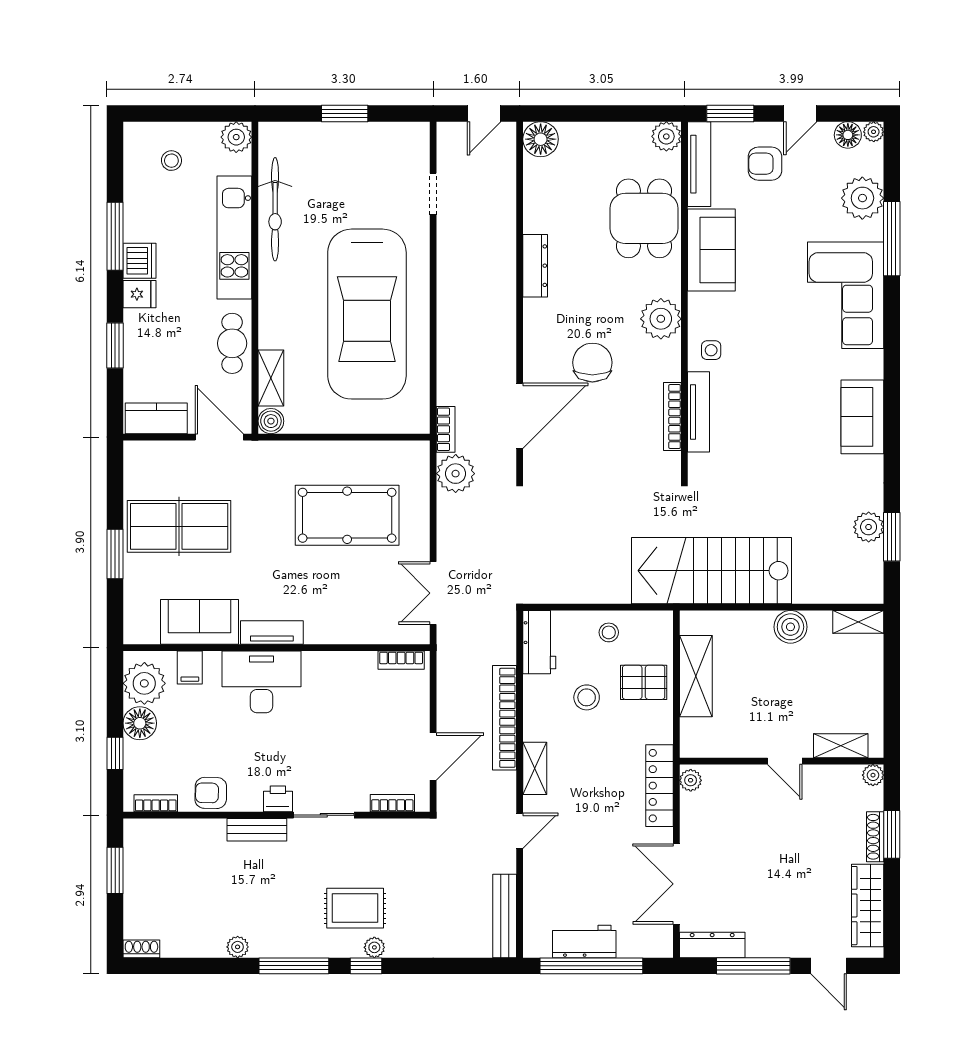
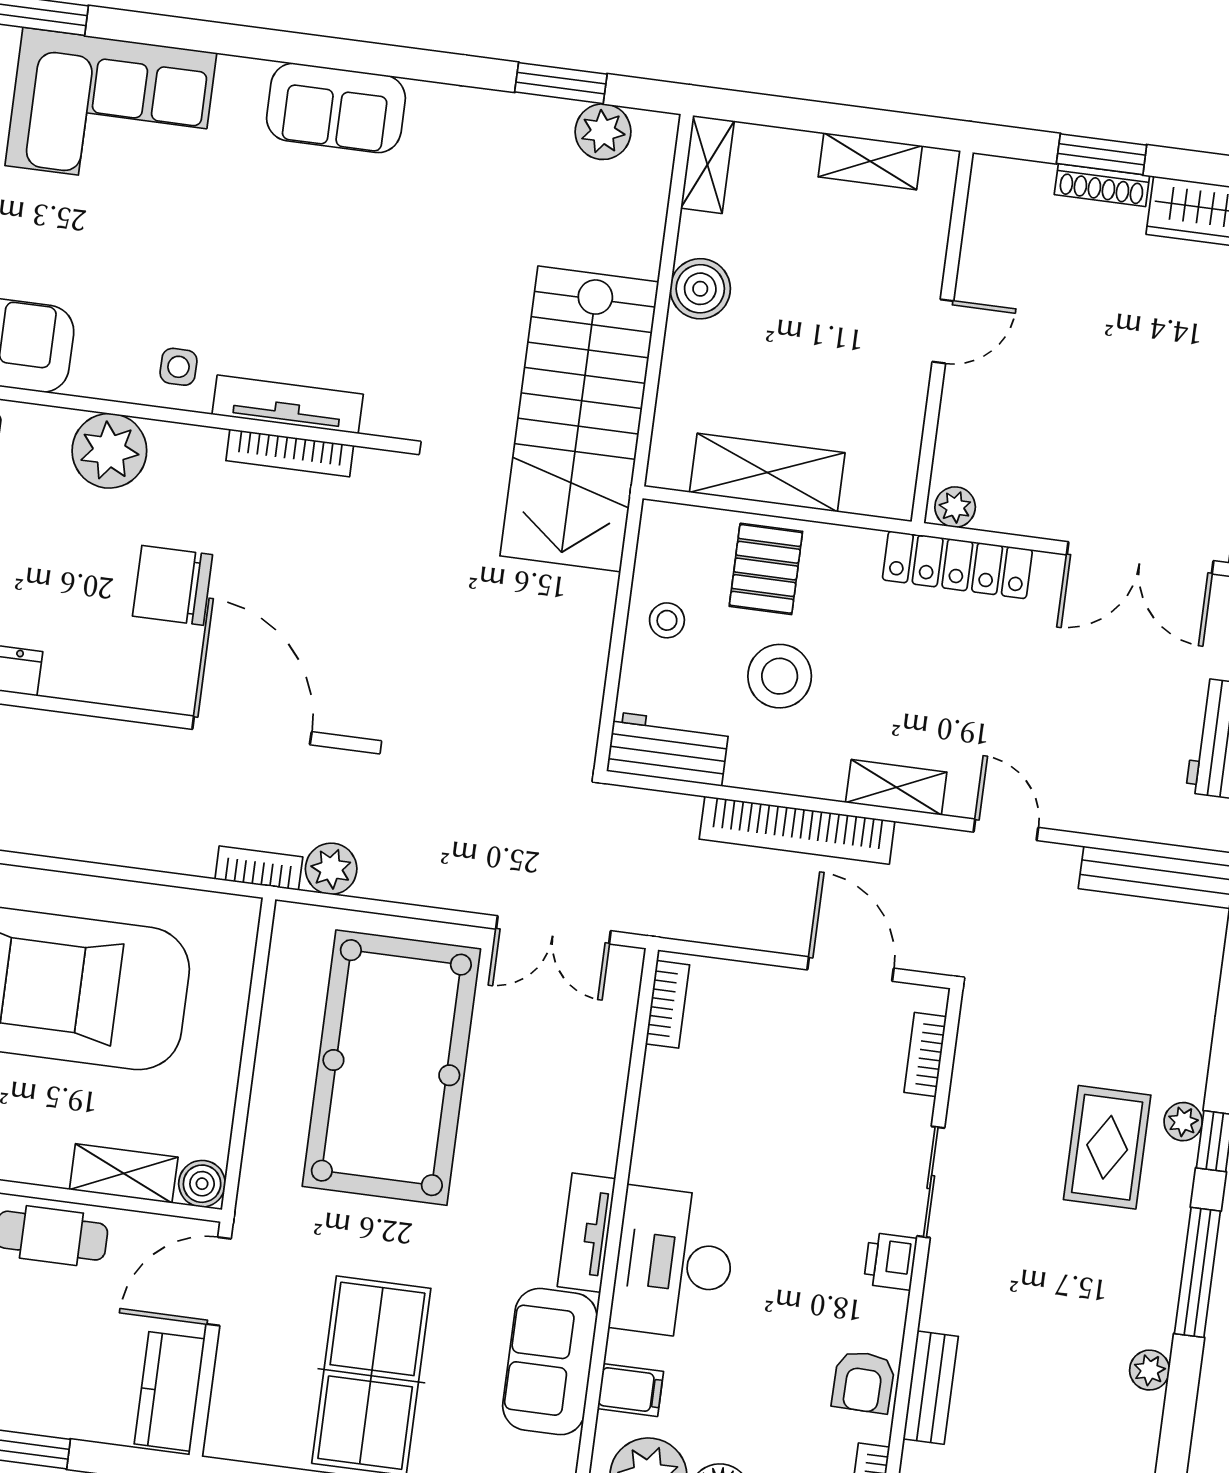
plant: (456, 474) -> (331, 869), width x0.73, depth x0.73
pool table: (347, 515) -> (391, 1068), width x1.36, depth x1.32
plant: (869, 527) -> (603, 132), moved
stool: (587, 697) -> (780, 676), width x1.38, depth x1.38
shelving: (841, 746) -> (870, 161), moved, turned 90
plant: (873, 775) -> (989, 174), removed
bench: (257, 830) -> (931, 1388), moved

